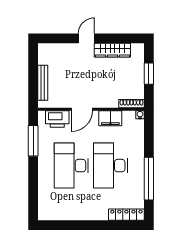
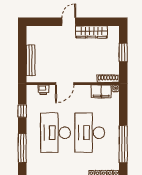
filing cabinet: (110, 118) -> (101, 91), moved
printer: (57, 119) -> (43, 90), width x0.53, depth x0.68
window: (33, 141) -> (22, 111), width x0.46
window: (33, 183) -> (22, 148), added

